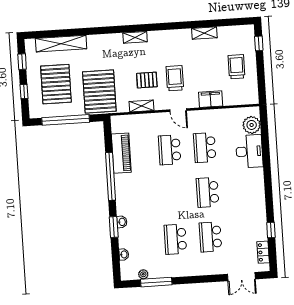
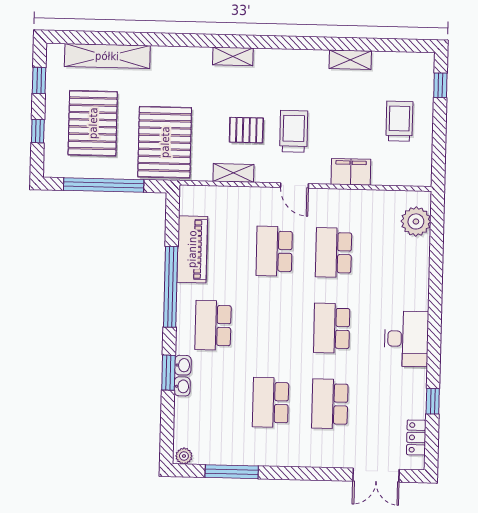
desk: (249, 151) -> (406, 339), moved
school desk: (137, 197) -> (213, 325), added
washbasin: (124, 254) -> (182, 386), moved
plant: (143, 274) -> (184, 456), moved

